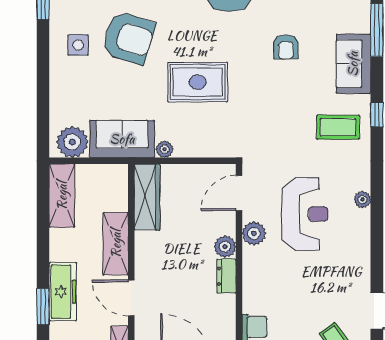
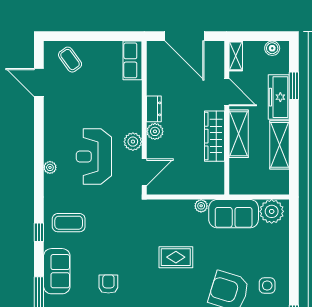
rug: (198, 82) -> (176, 257), width x0.73, depth x0.70
shelving: (62, 196) -> (280, 145), moved
wardrobe: (147, 197) -> (215, 136), moved

